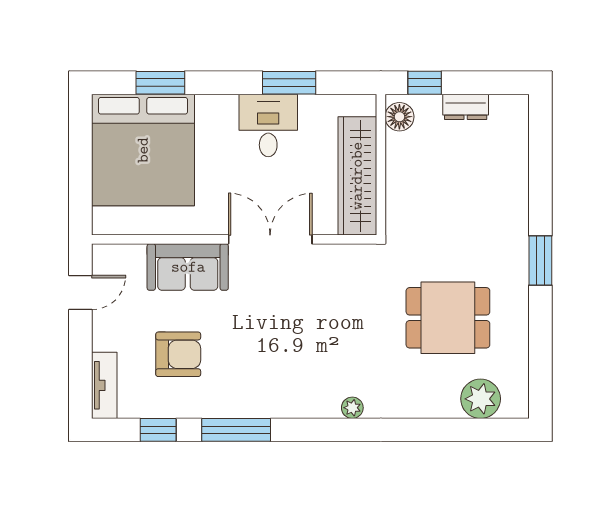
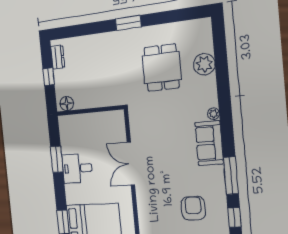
window: (425, 83) -> (49, 77), moved
dresser: (466, 107) -> (58, 57), moved
wardrobe: (357, 176) -> (96, 122), removed
sofa: (188, 267) -> (209, 143), moved, turned 180
plant: (481, 399) -> (204, 64), moved

